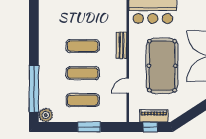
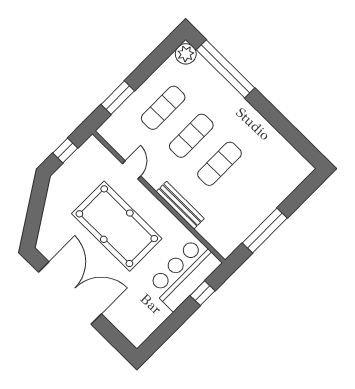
bench: (122, 45) -> (180, 205), width x1.36
piano: (154, 116) -> (73, 166), removed
window: (89, 127) -> (118, 98), moved

